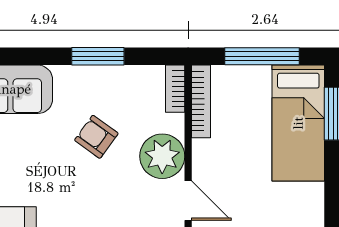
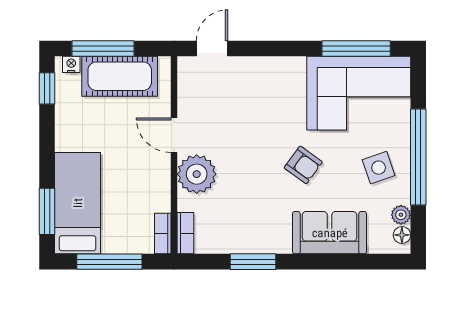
bookcase: (201, 101) -> (163, 234), width x0.64
armchair: (96, 137) -> (303, 165), moved

